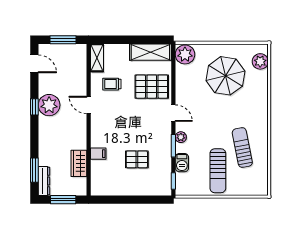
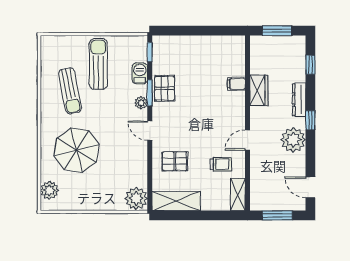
parasol: (225, 76) -> (77, 150), moved
pallet: (152, 87) -> (175, 161), width x0.67, depth x0.71
door: (89, 105) -> (248, 140), swing flipped
window: (34, 107) -> (310, 120), moved
pallet: (137, 159) -> (165, 88), moved, turned 90
wardrobe: (79, 163) -> (259, 90), moved
window: (34, 170) -> (310, 65), width x0.67
dresser: (44, 181) -> (299, 100), moved

